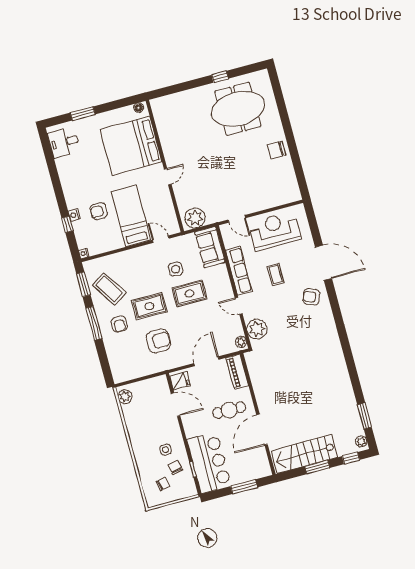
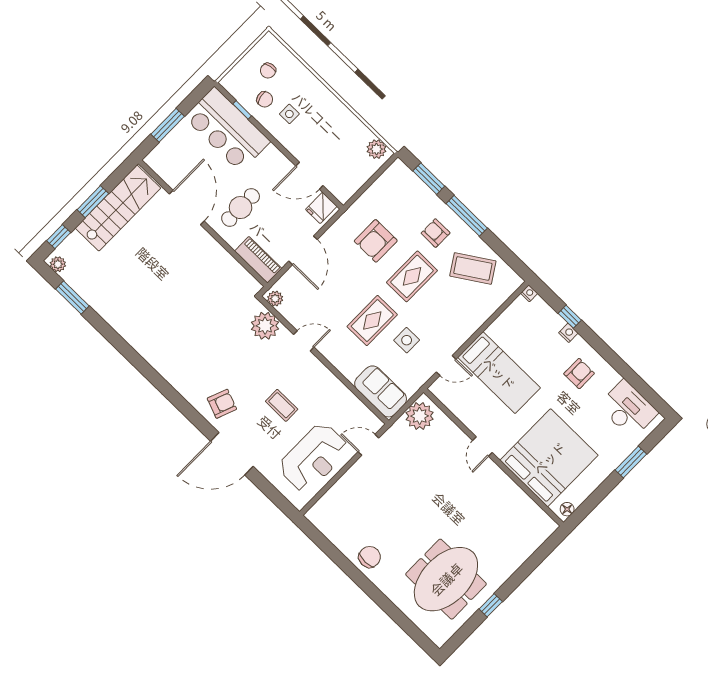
desk: (64, 142) -> (628, 409), width x1.37
armchair: (99, 211) -> (579, 374), moved
row of seats: (239, 271) -> (329, 383), removed
window: (83, 284) -> (429, 179), moved

